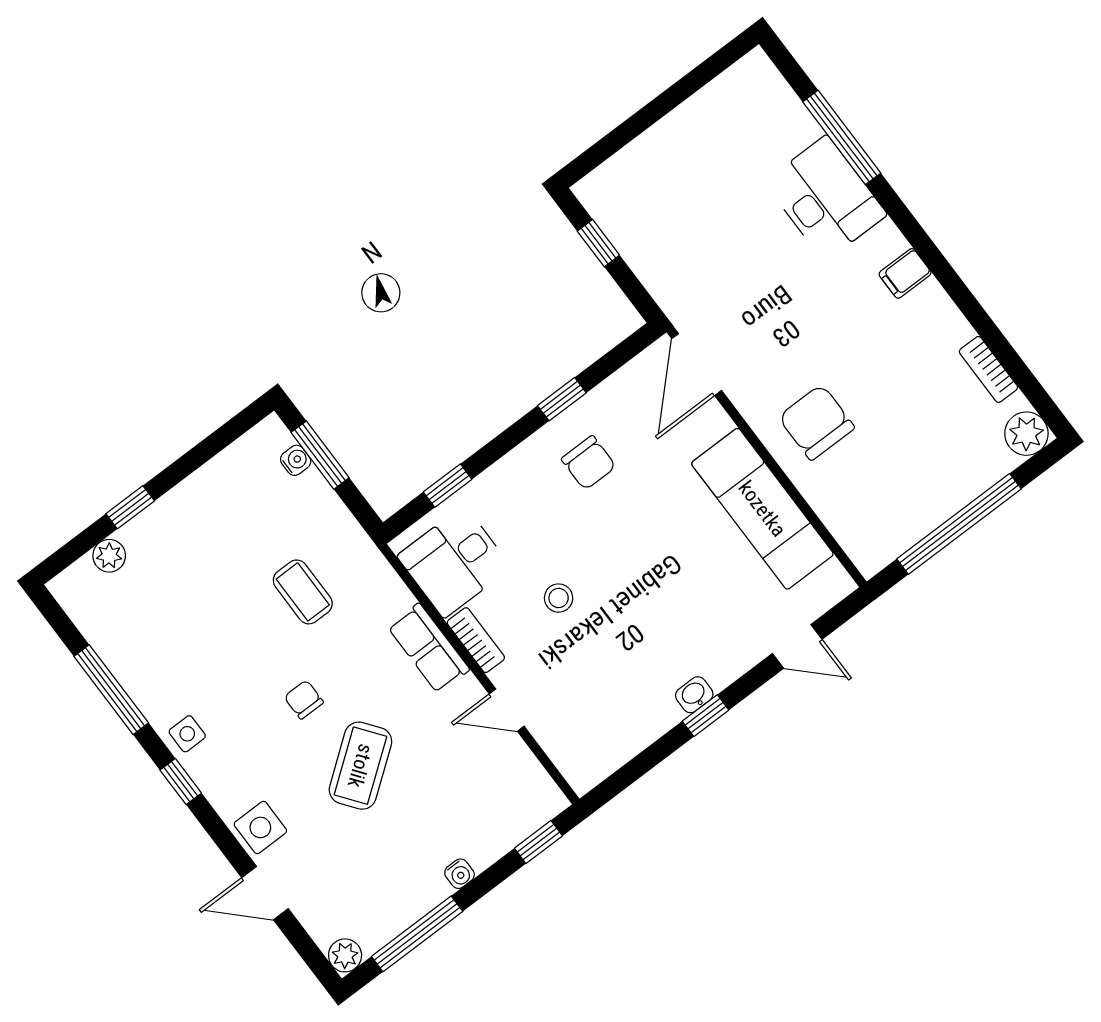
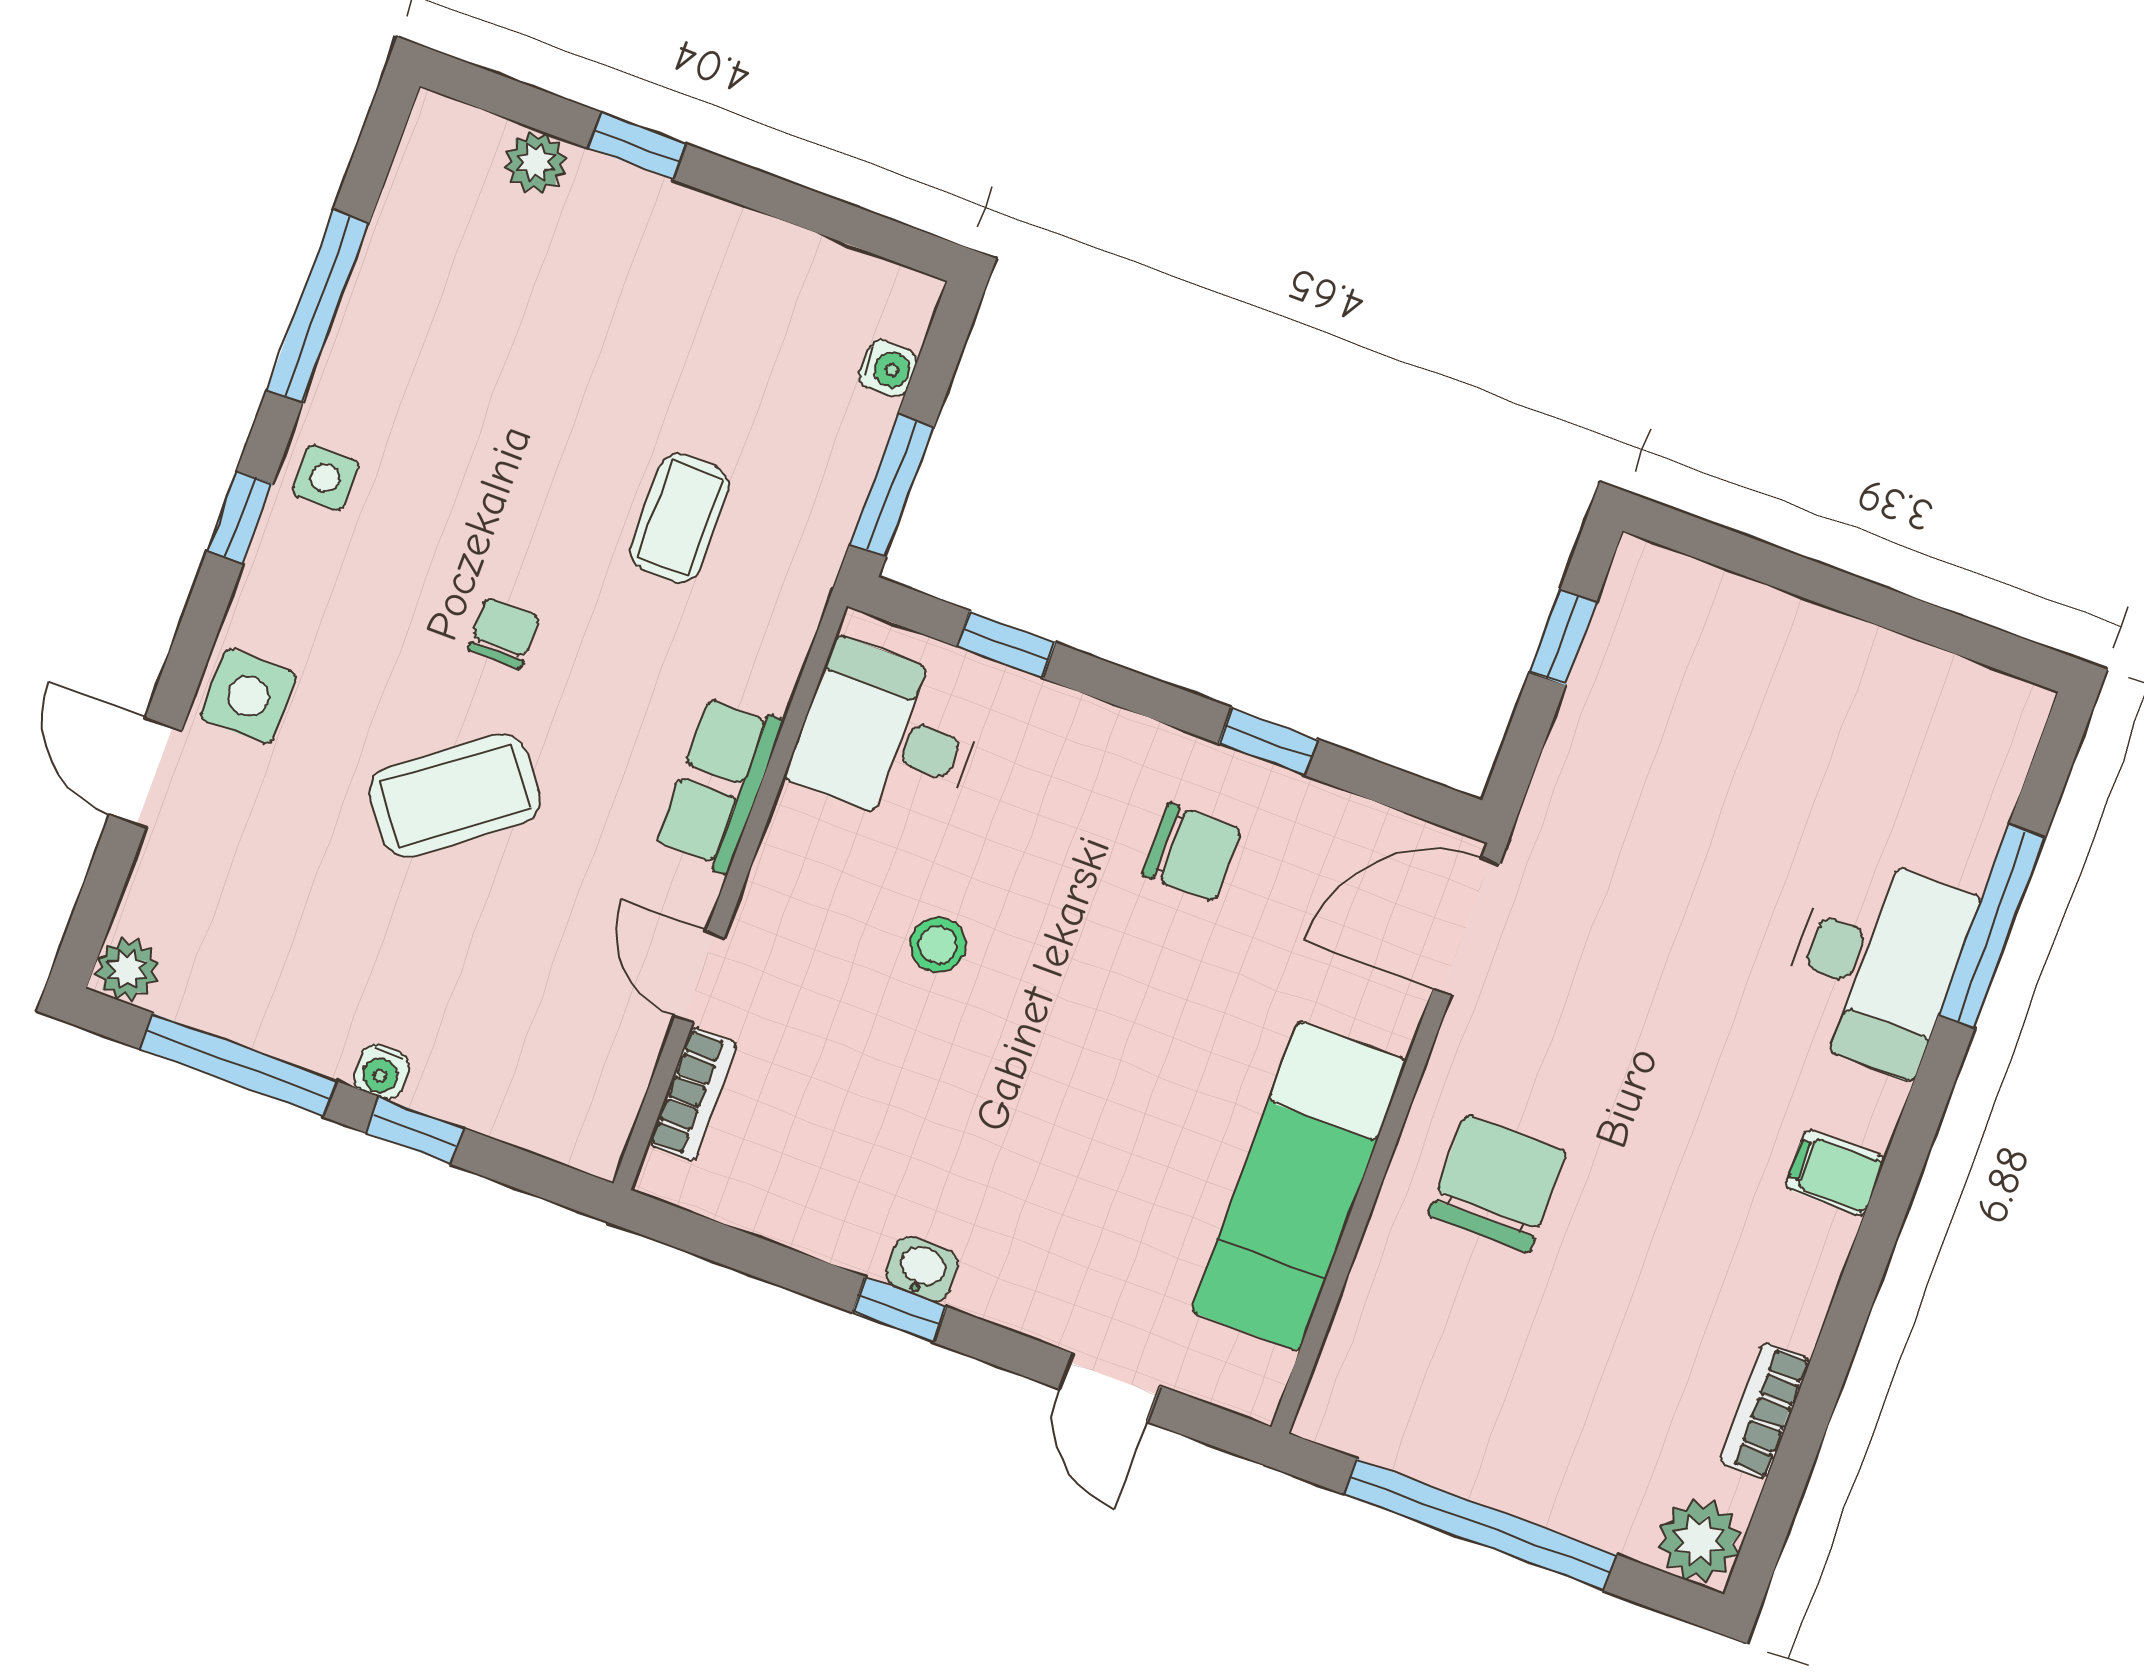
window: (320, 455) -> (892, 486), moved
chair: (589, 463) -> (1192, 852), turned -90
bookcase: (476, 640) -> (693, 1094), moved
window: (538, 842) -> (415, 1130), moved

